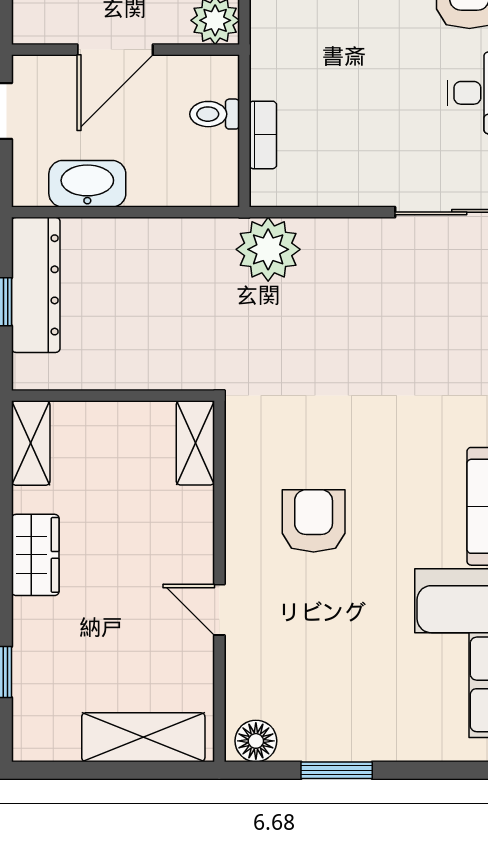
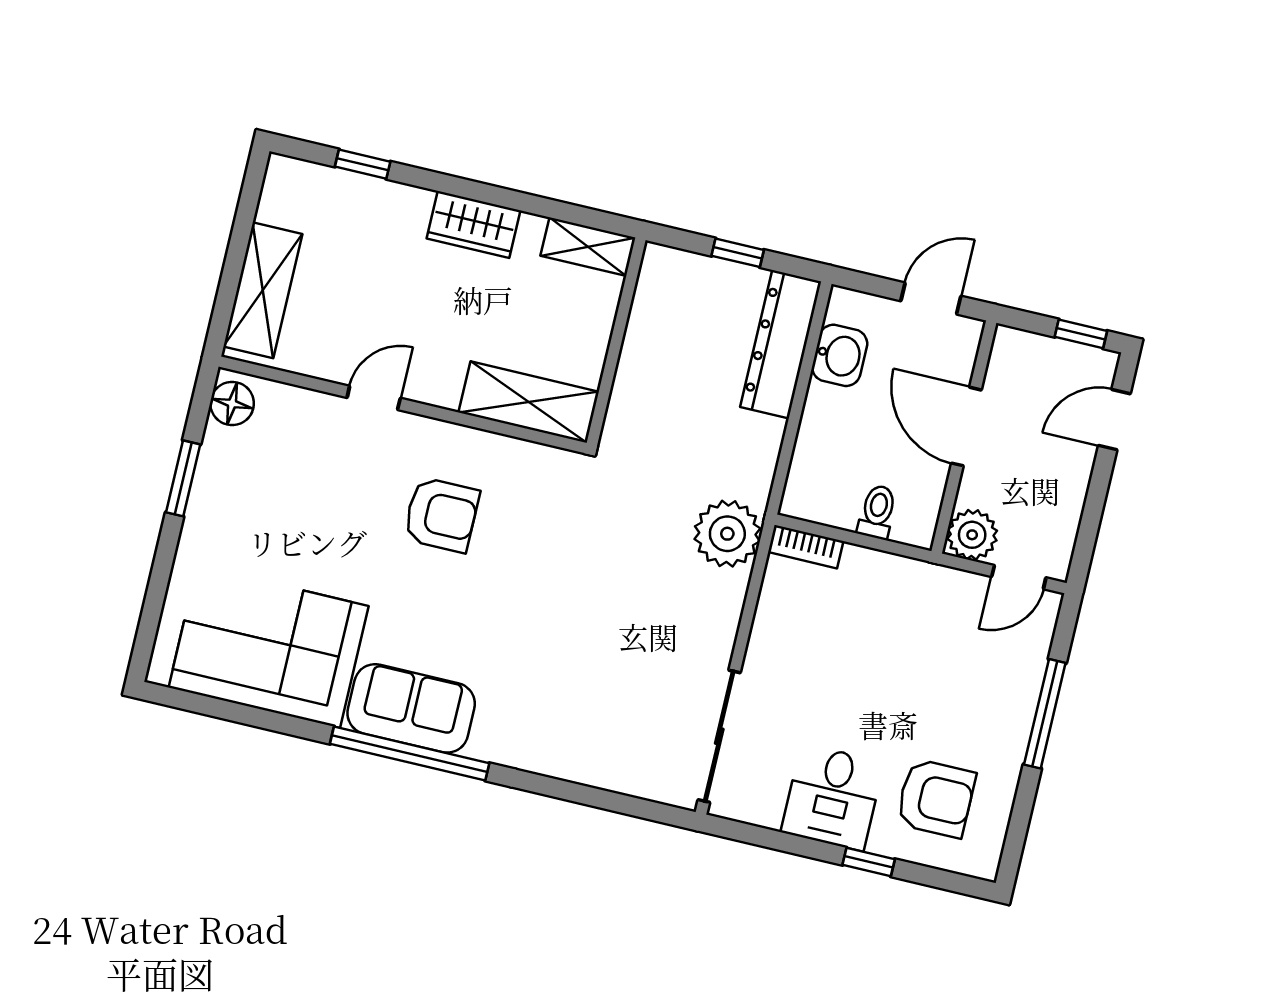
bookcase: (263, 135) -> (806, 547), moved
washbasin: (87, 184) -> (840, 355), width x0.72
dresser: (36, 285) -> (781, 344), moved, turned 90
shelving: (195, 443) -> (529, 402), width x1.50, depth x1.33

